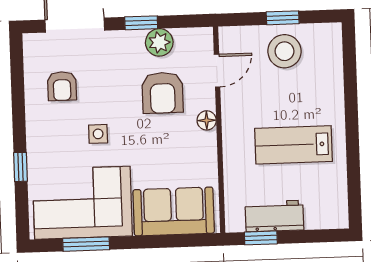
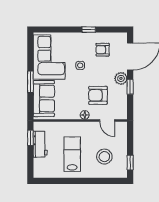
window: (283, 18) -> (130, 163), moved
plant: (159, 42) -> (121, 78), moved
stool: (284, 51) -> (104, 157), moved
window: (20, 167) -> (89, 30), moved
window: (86, 244) -> (30, 82), moved

